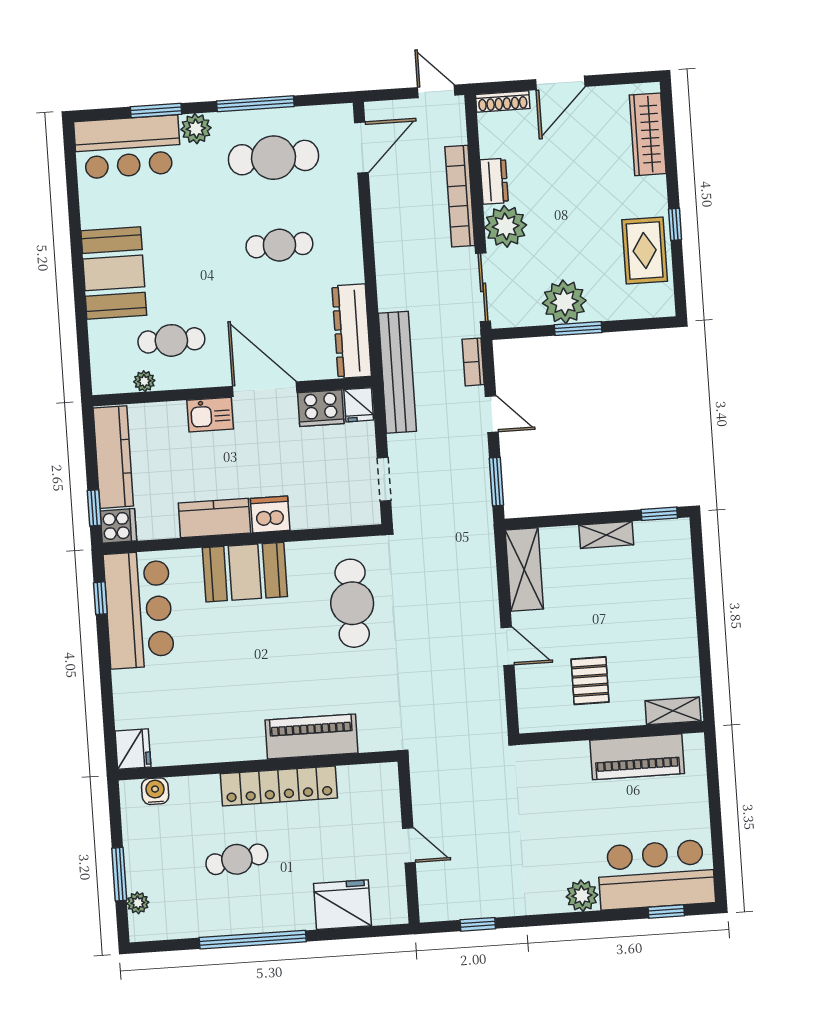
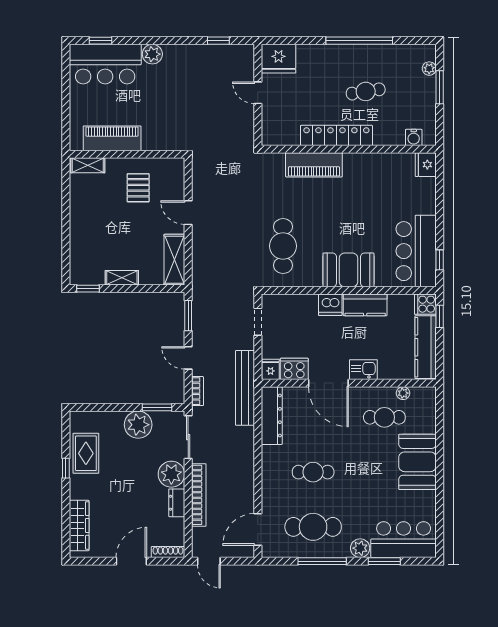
window: (578, 329) -> (157, 407), moved
fridge: (342, 905) -> (279, 59), moved

